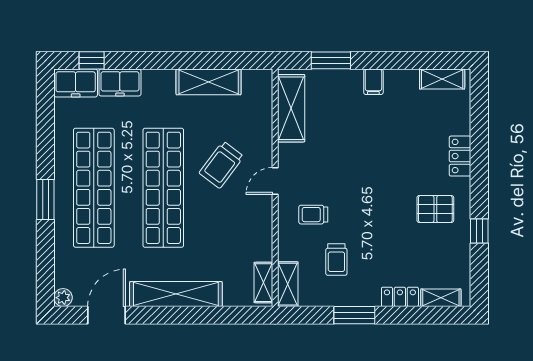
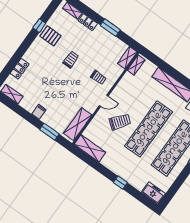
window: (92, 60) -> (120, 183), moved
freezer: (120, 82) -> (136, 181), removed
shelving: (209, 82) -> (90, 148), moved
locker: (460, 156) -> (20, 69), moved
pallet: (435, 209) -> (50, 36), moved
trolley: (336, 260) -> (71, 60), moved

